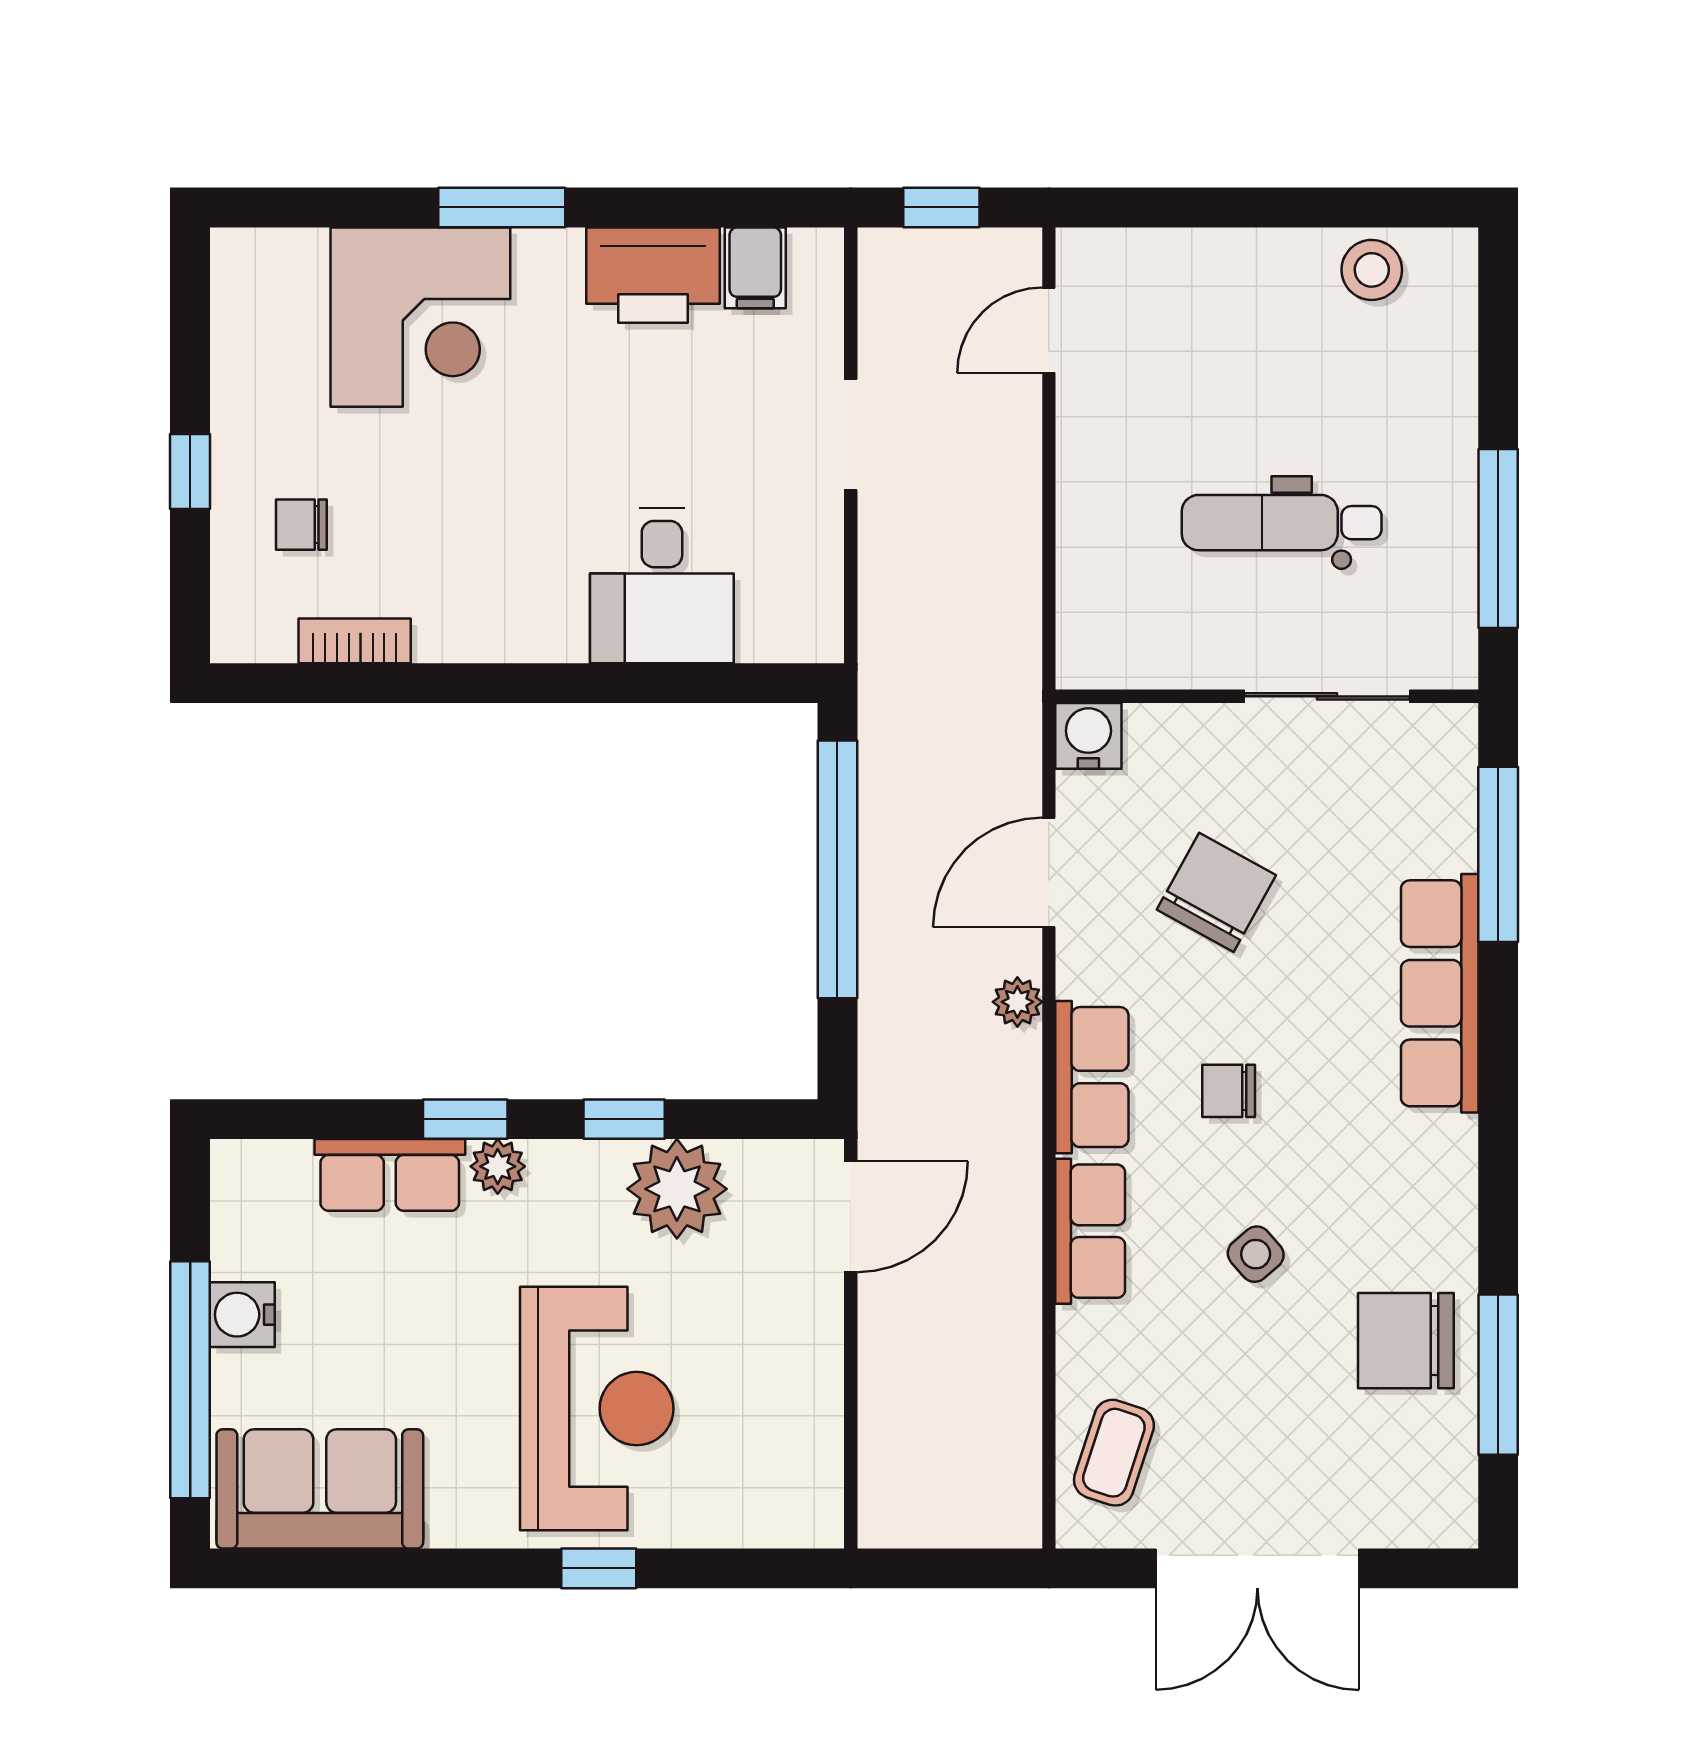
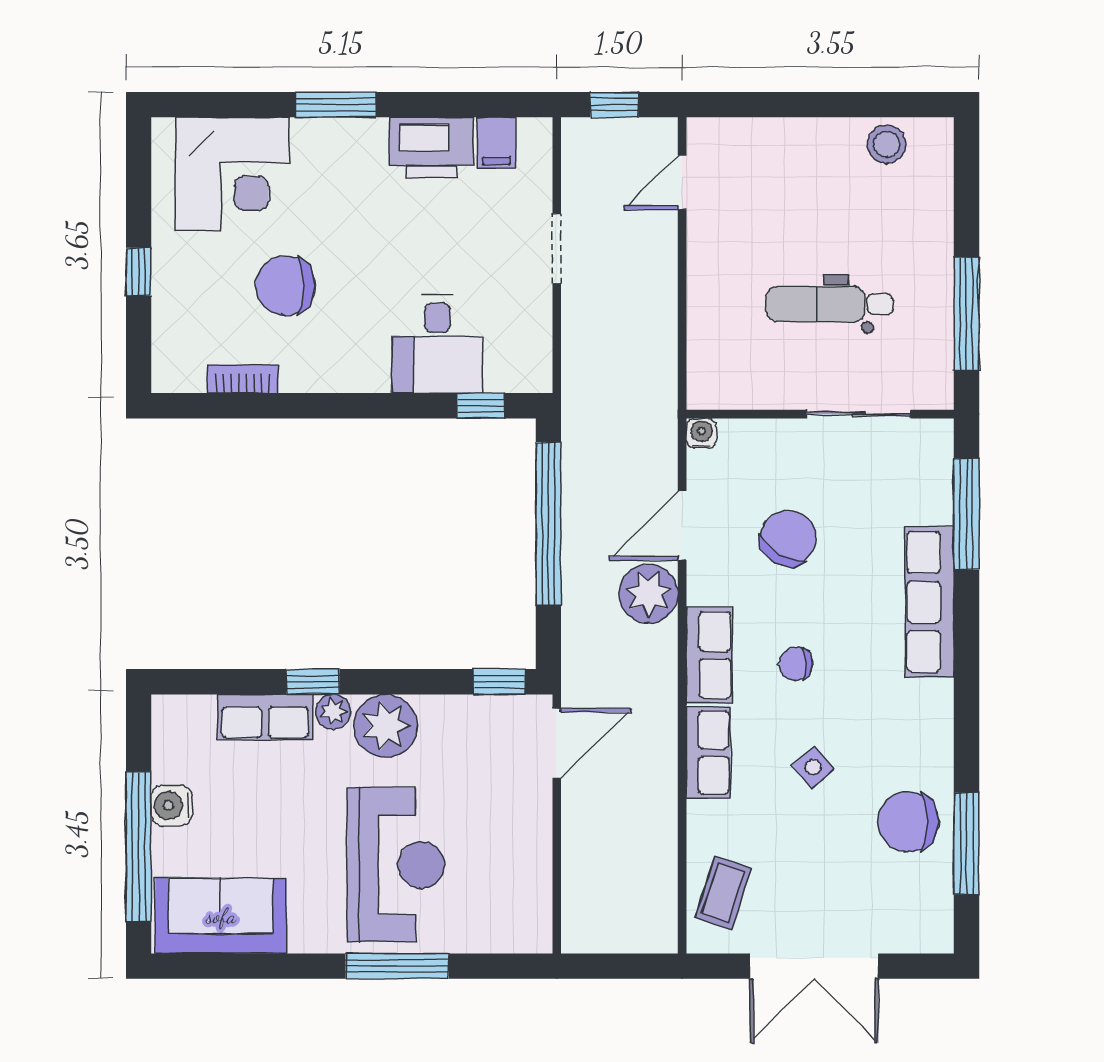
corner desk: (420, 317) -> (232, 174), moved
chair: (301, 525) -> (285, 286), moved, width x1.87, depth x1.87
window: (731, 683) -> (481, 406), added
water cooler: (1088, 736) -> (701, 433), width x0.72, depth x0.72
plant: (1017, 1002) -> (649, 594), width x1.88, depth x1.88
window: (624, 1119) -> (499, 682), moved
plant: (677, 1189) -> (386, 726), moved
window: (599, 1568) -> (397, 966), width x2.17

